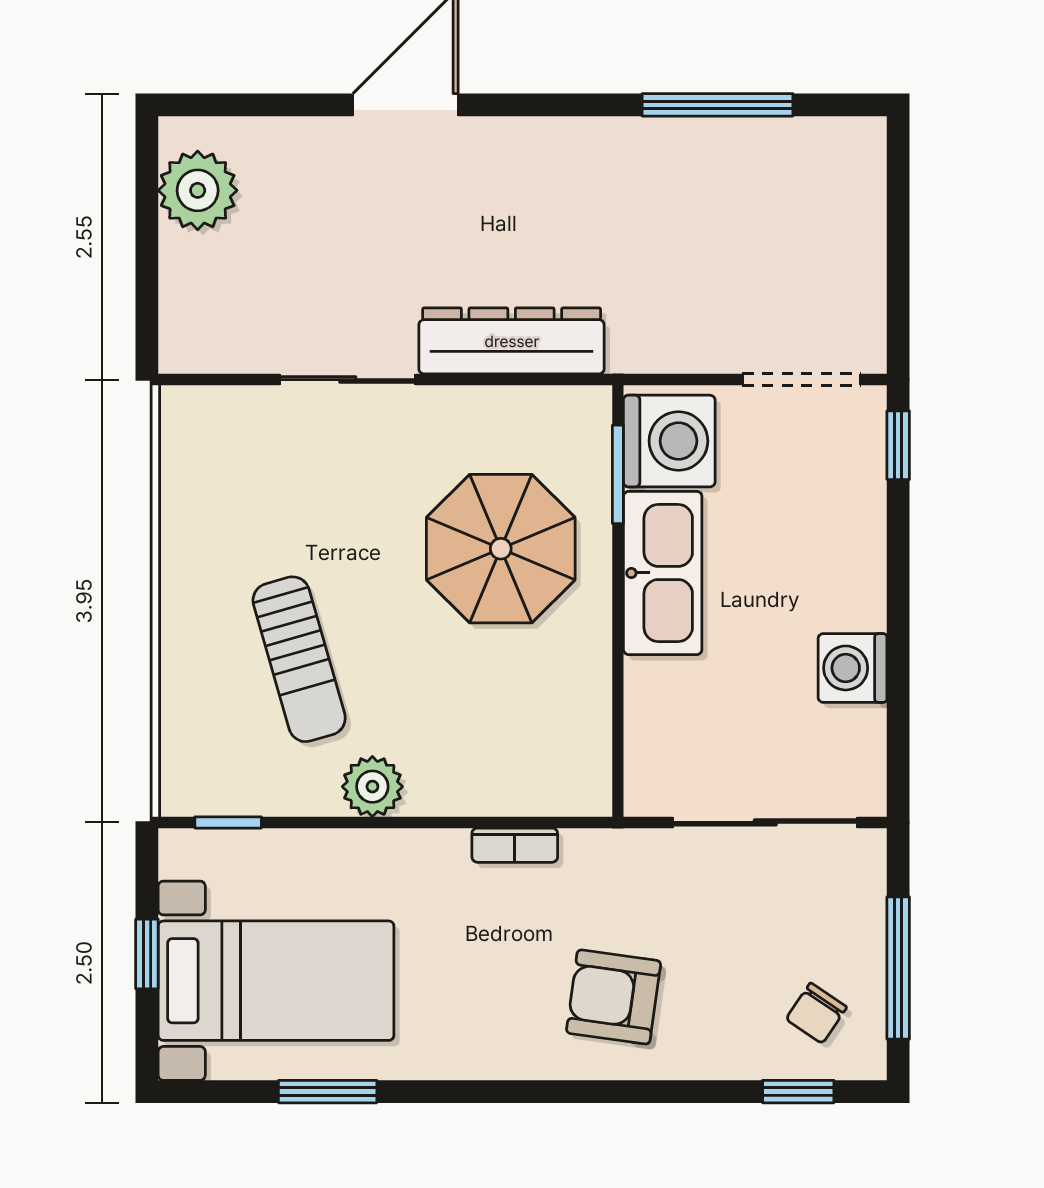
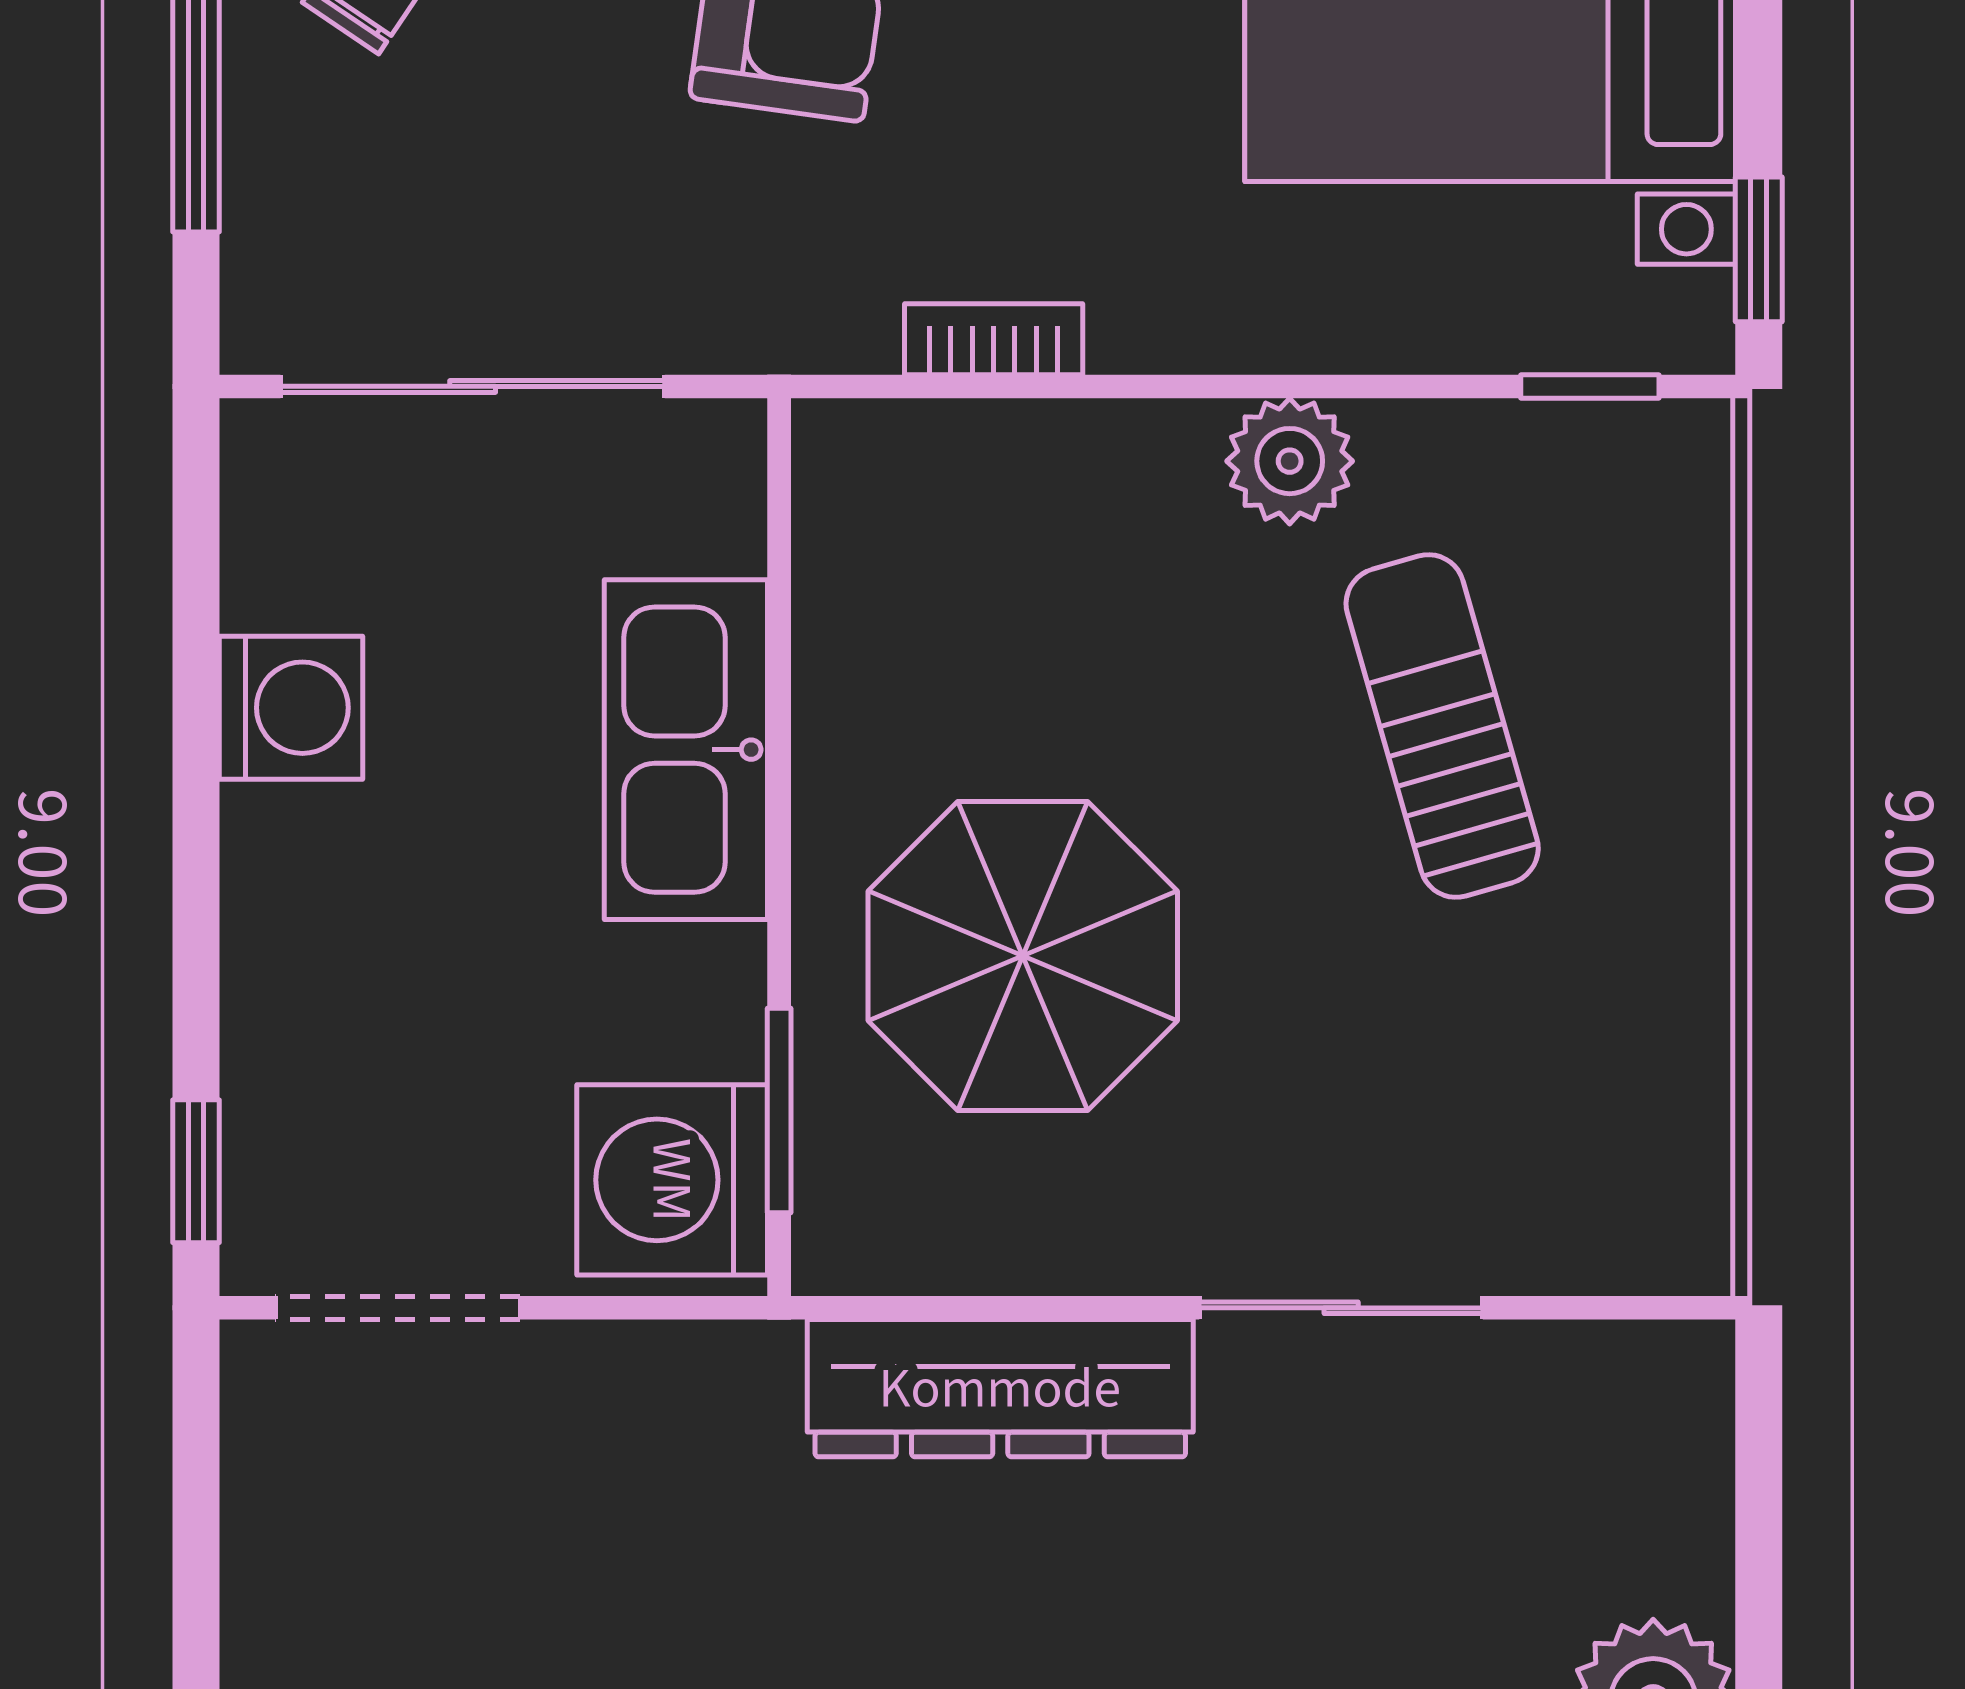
kitchen sink: (663, 573) -> (686, 750), moved
window: (147, 954) -> (1759, 249), moved

